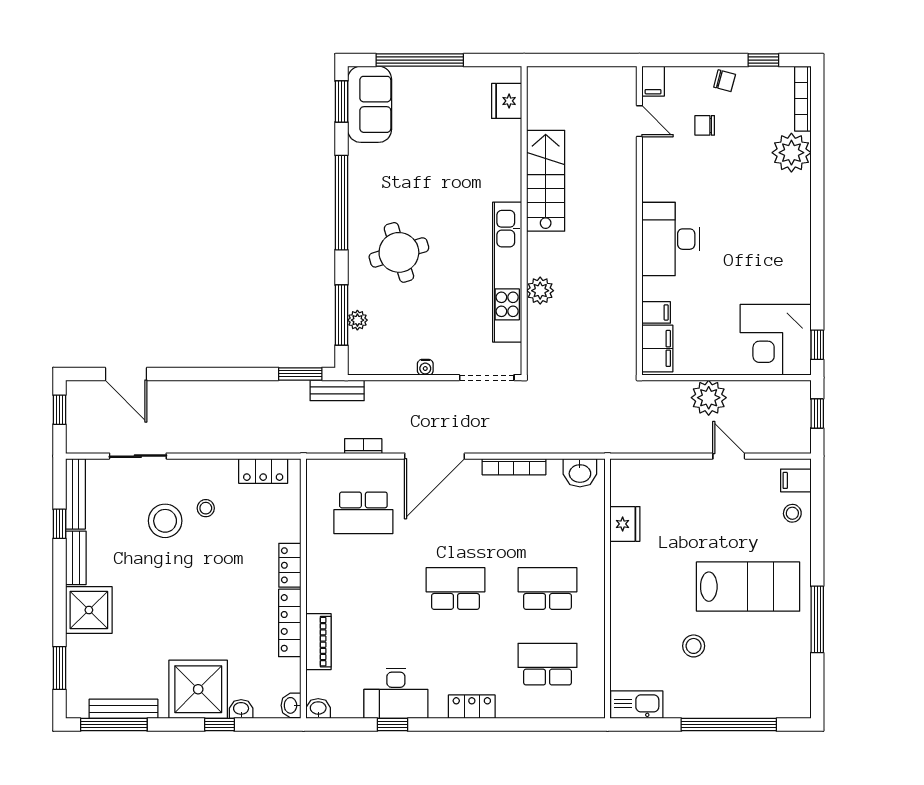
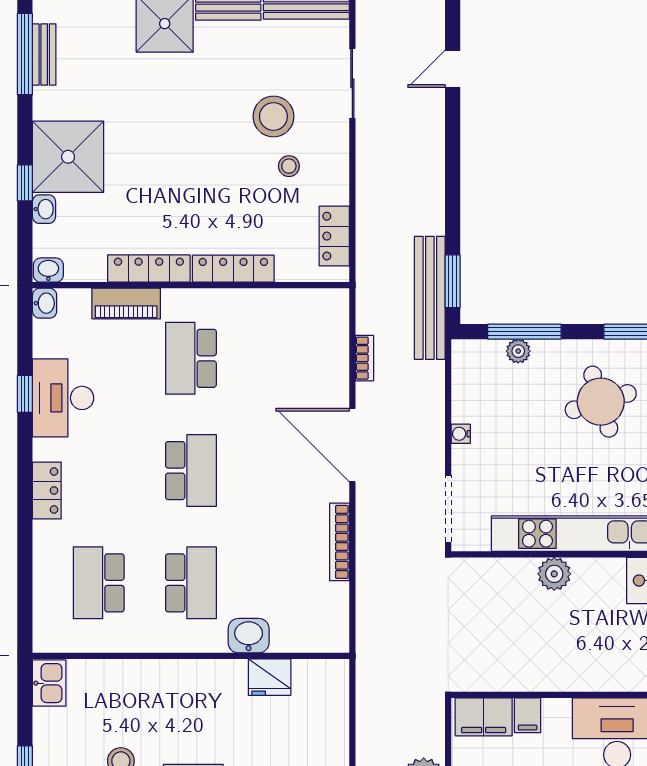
door: (126, 374) -> (453, 69), width x0.73
bench: (337, 390) -> (430, 298), width x1.86, depth x1.21
washbasin: (580, 473) -> (249, 636), moved, turned 90
school desk: (363, 513) -> (191, 358), moved
locker: (290, 565) -> (233, 269), width x1.53
school desk: (548, 664) -> (99, 583), turned 180
kitchen sink: (637, 705) -> (49, 683), width x0.73
bench: (123, 709) -> (44, 55), width x0.73

